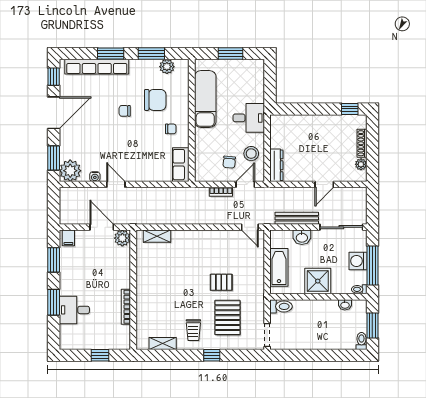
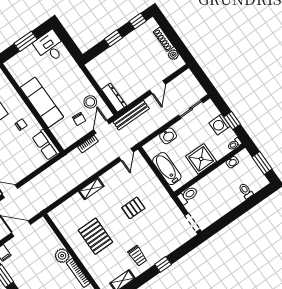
exam couch: (205, 99) -> (42, 102), moved
window: (315, 109) -> (113, 38), added
desk: (249, 118) -> (50, 47), moved, turned -90
bench: (297, 218) -> (131, 115), moved
door: (250, 227) -> (126, 155), hinge flipped
sliding door: (341, 227) -> (191, 109), width x0.73
shelving: (157, 236) -> (91, 189), moved
plant: (122, 238) -> (62, 256), moved
window: (372, 266) -> (232, 121), width x0.46
pallet: (227, 318) -> (95, 236), moved
toilet: (361, 341) -> (246, 191), moved

